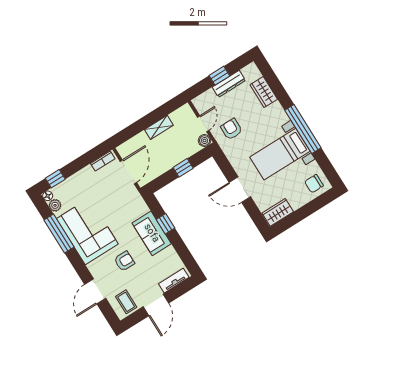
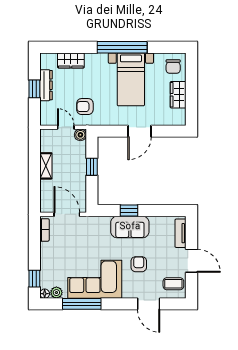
wardrobe: (278, 212) -> (178, 95), moved

